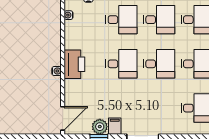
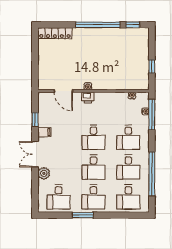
printer: (74, 64) -> (88, 98), width x0.53, depth x0.68
door: (63, 118) -> (63, 91), moved
plant: (100, 127) -> (44, 173), moved

